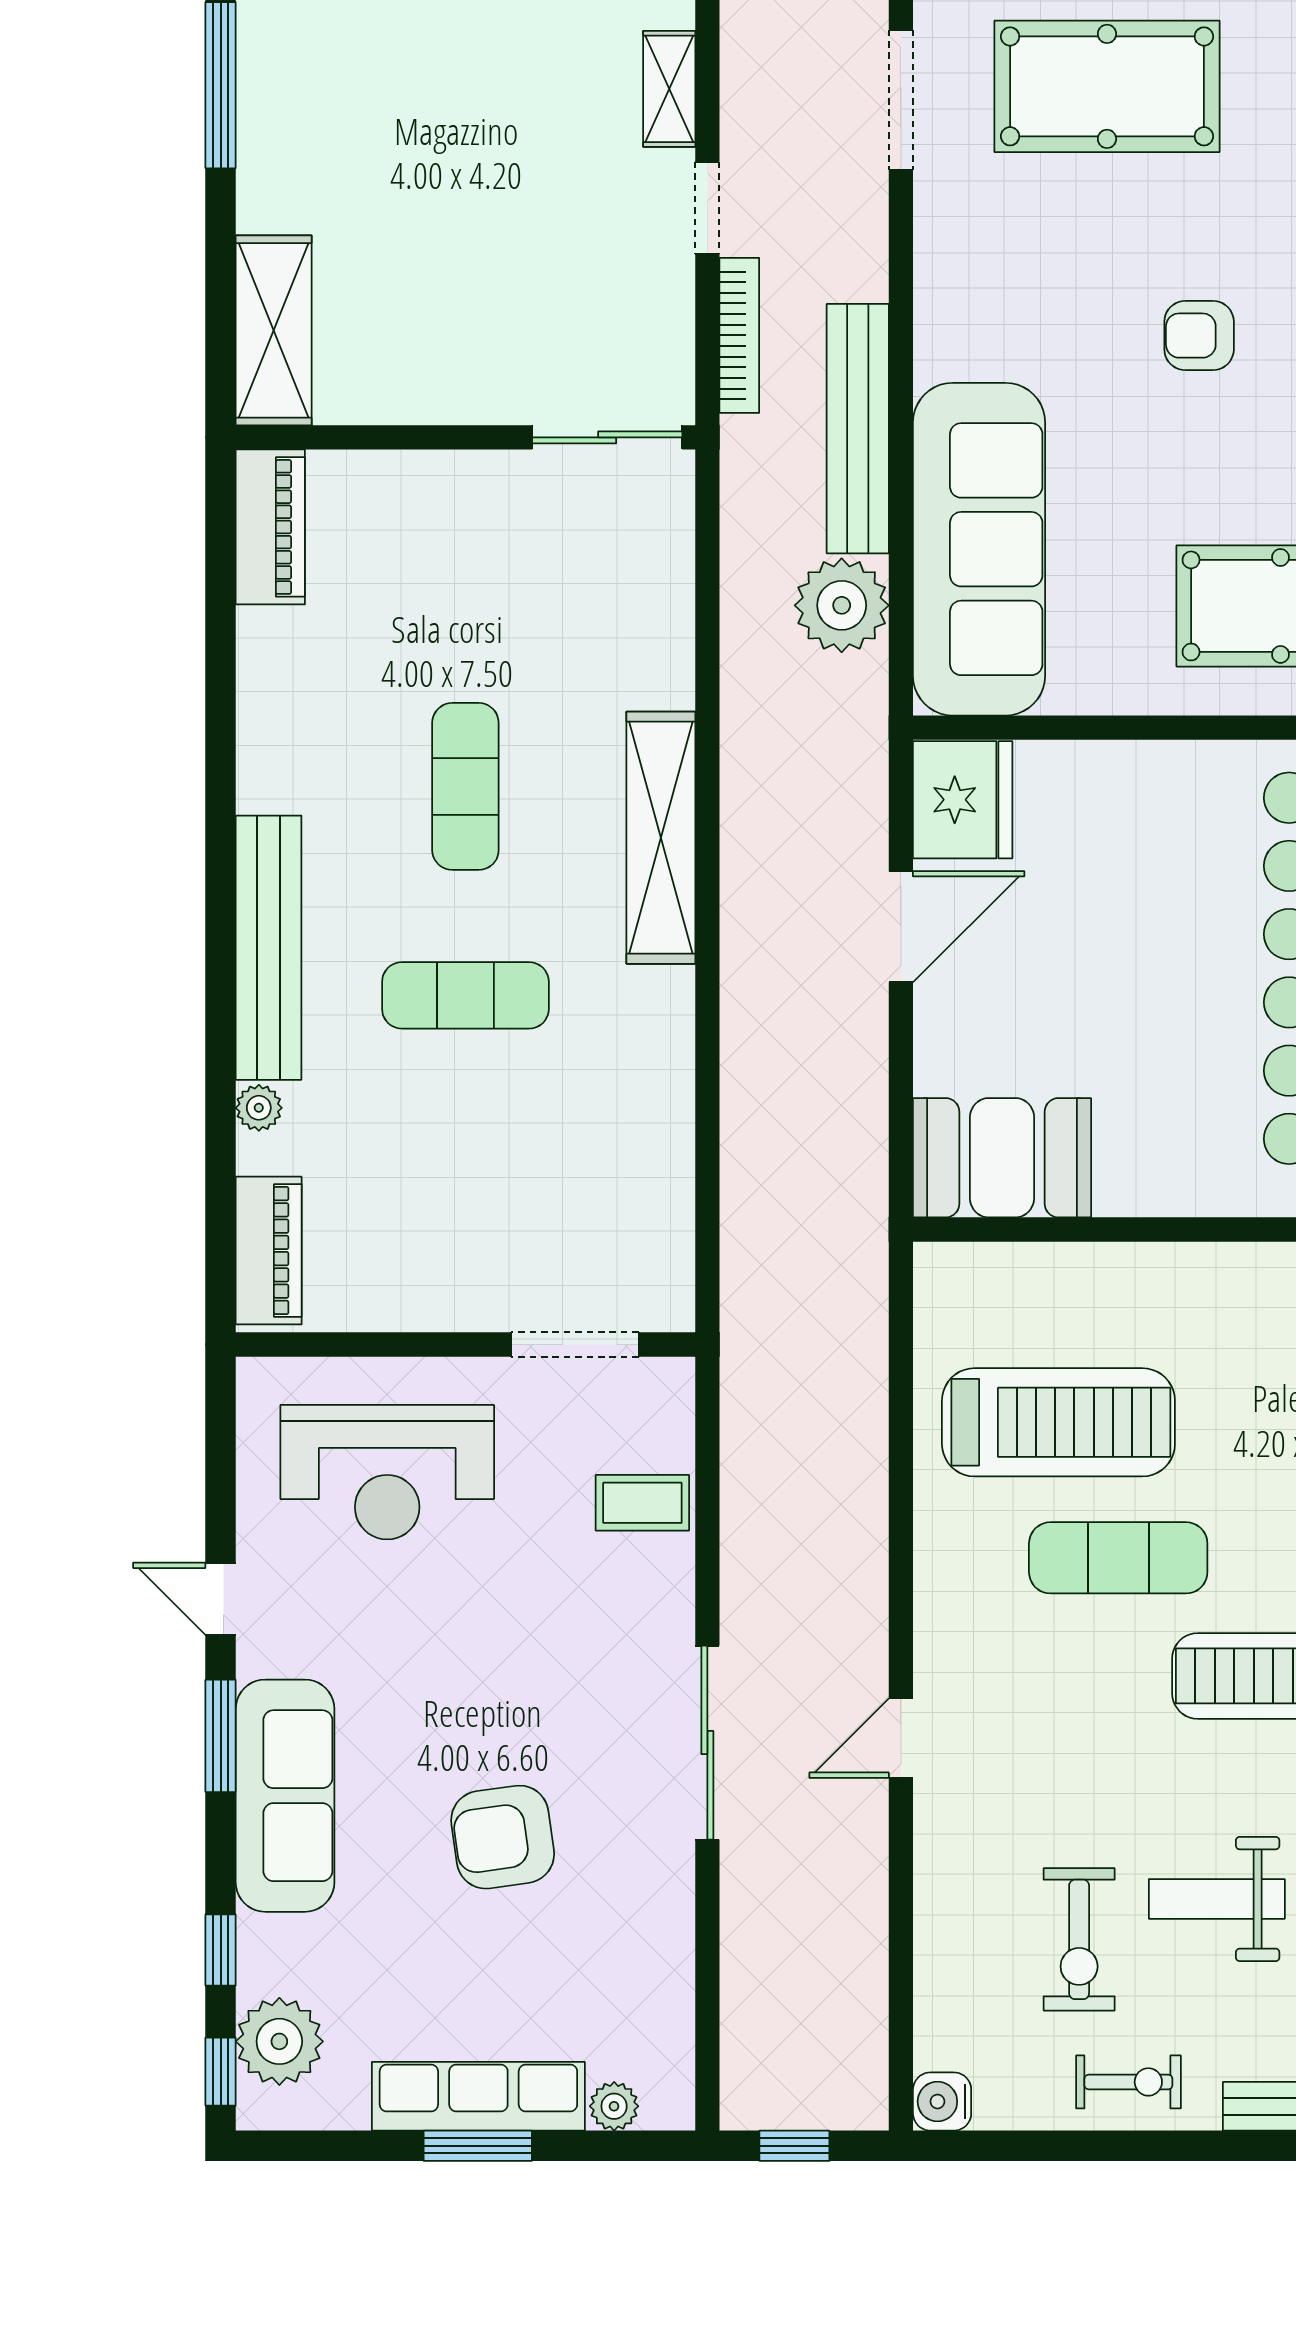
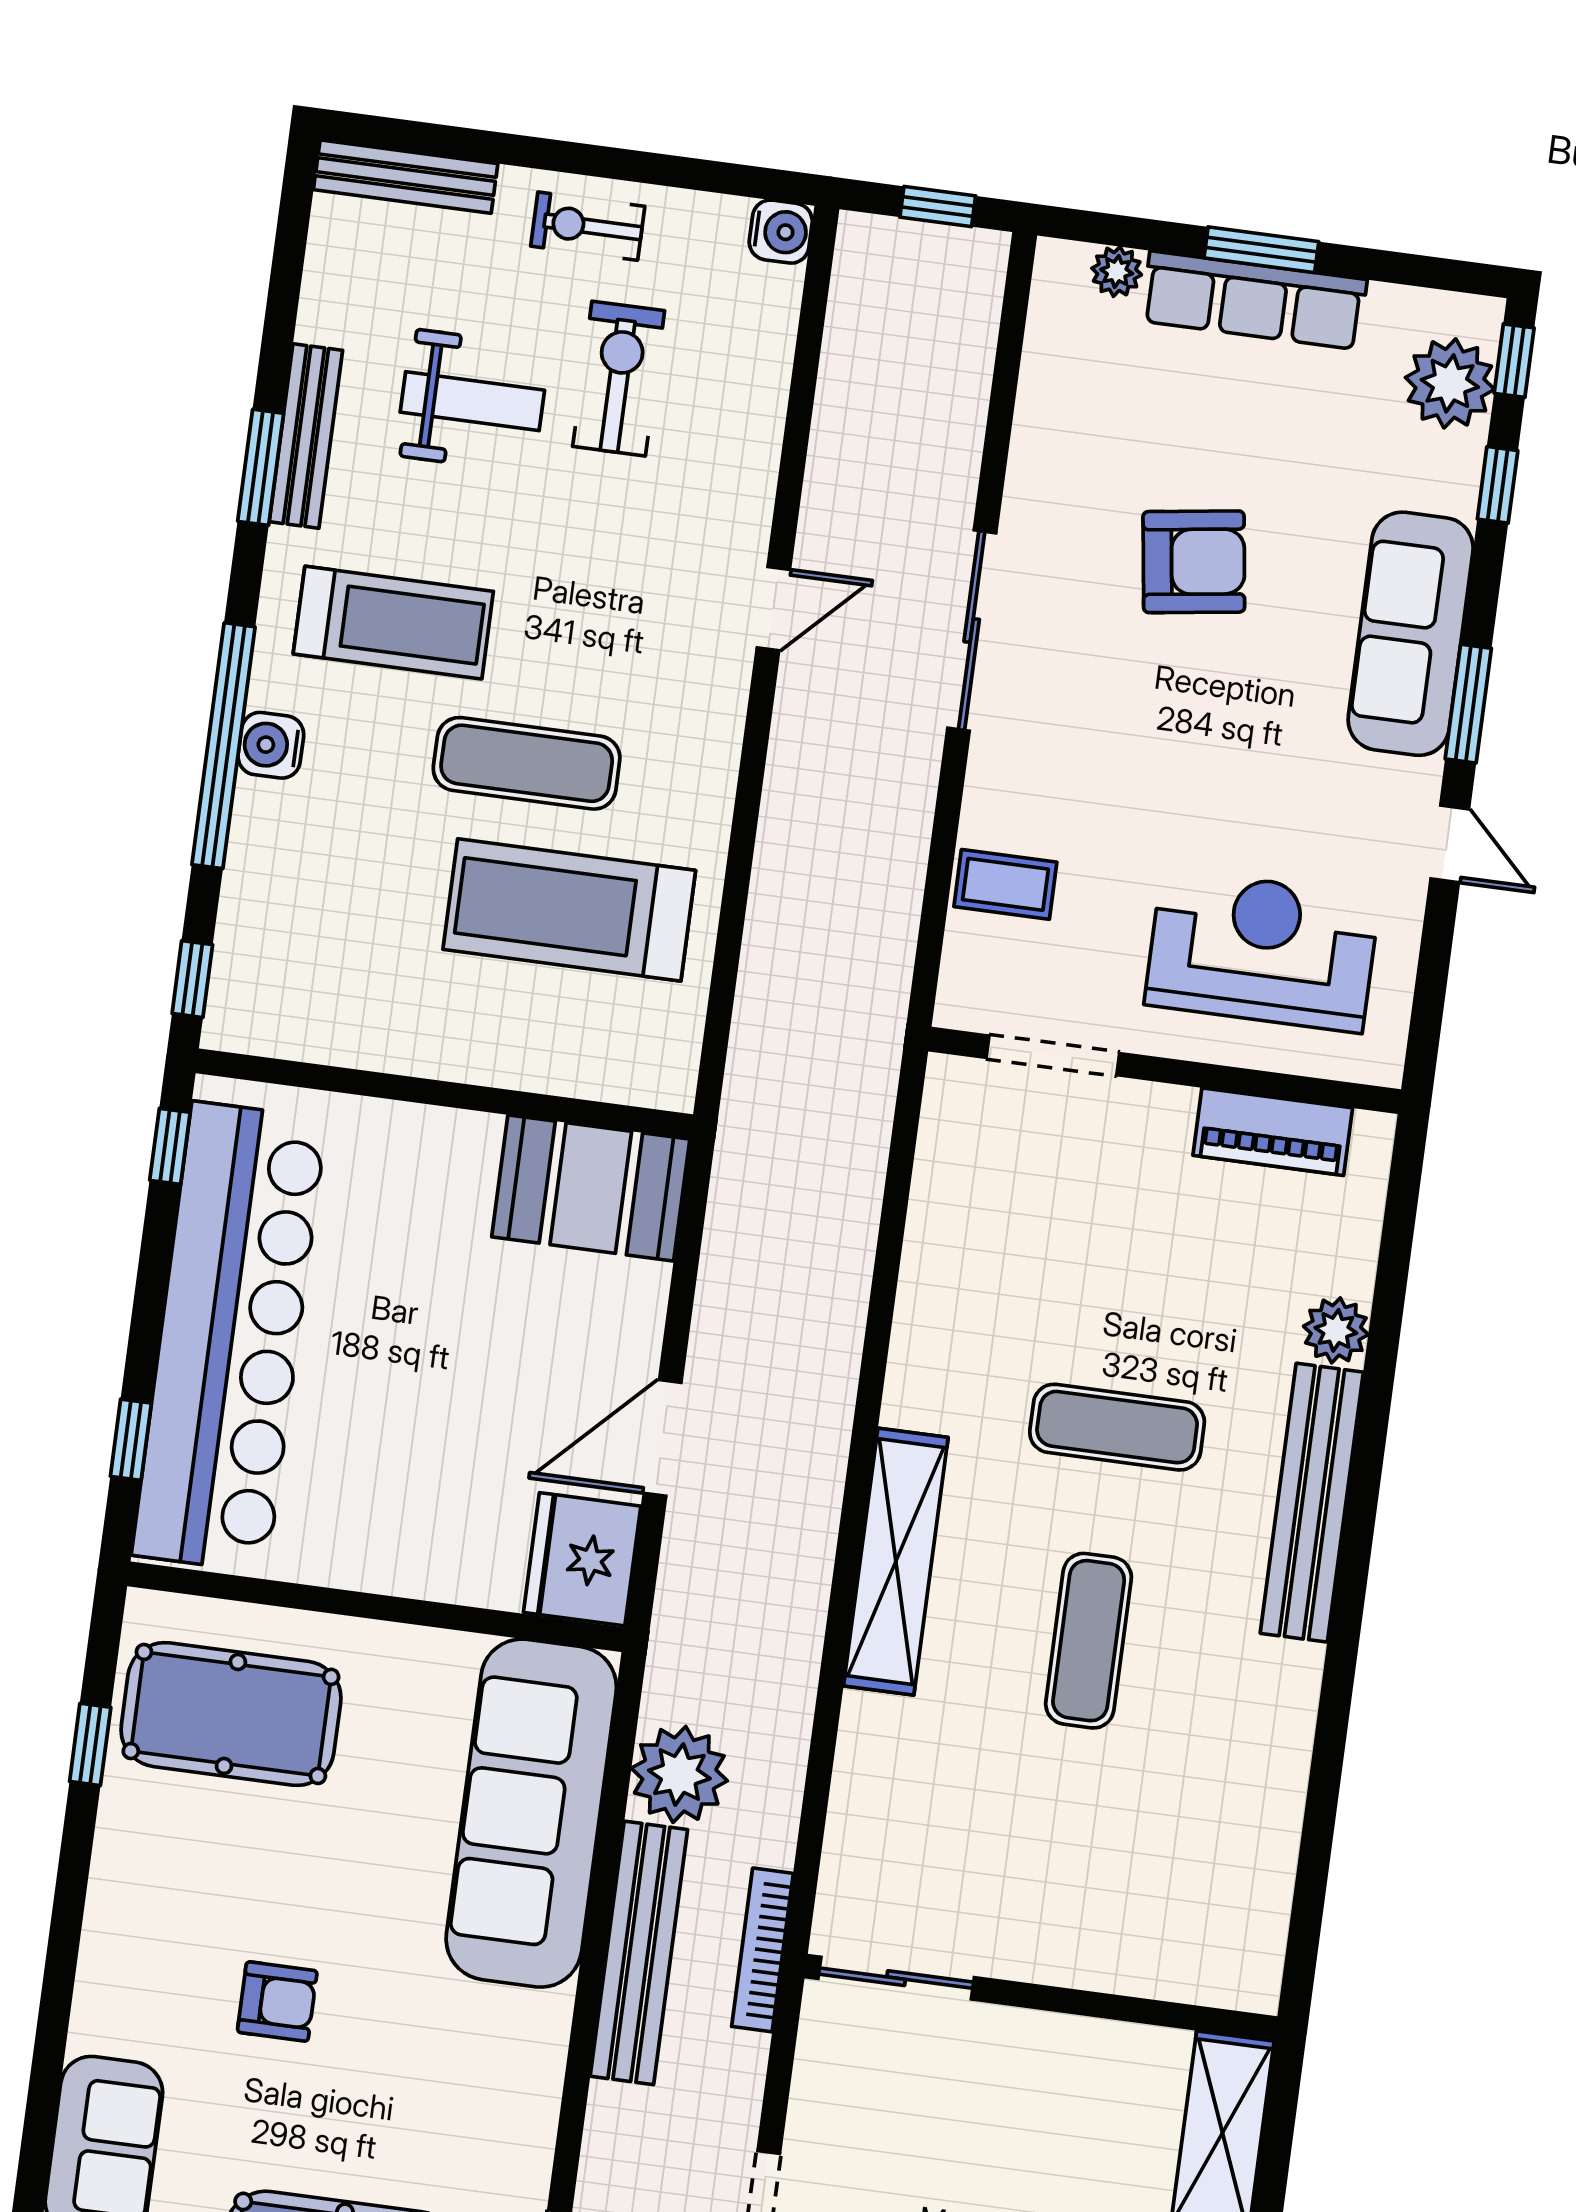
bookcase: (739, 335) -> (762, 1950), moved
piano: (270, 527) -> (1253, 1932), removed
plant: (259, 1108) -> (1336, 1330), width x1.38, depth x1.38
piano: (269, 1251) -> (1273, 1132), moved, turned -90

